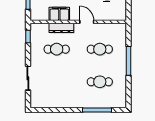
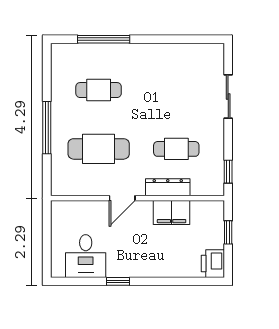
door: (87, 22) -> (122, 198), hinge flipped
cafe table: (100, 49) -> (99, 149), width x1.37, depth x1.35

